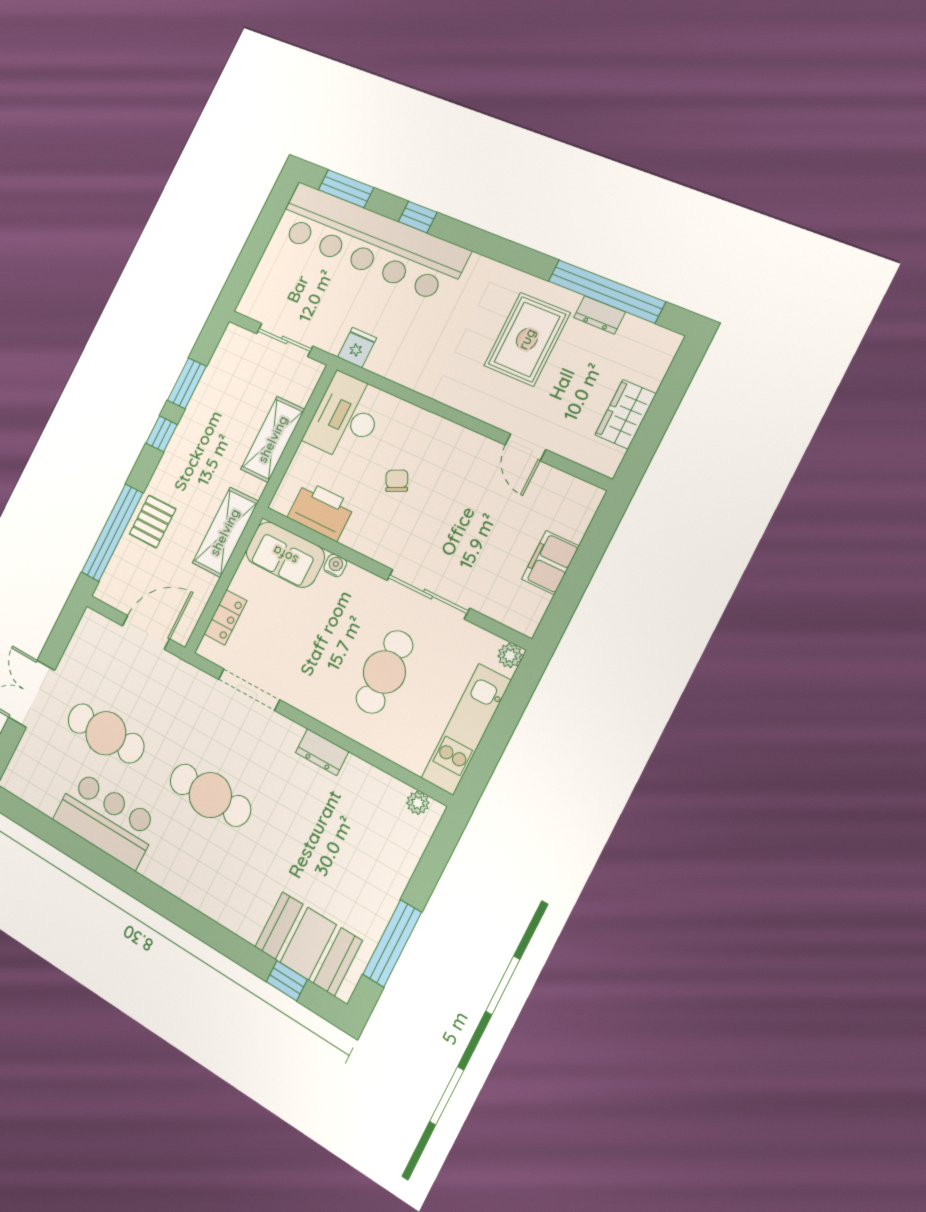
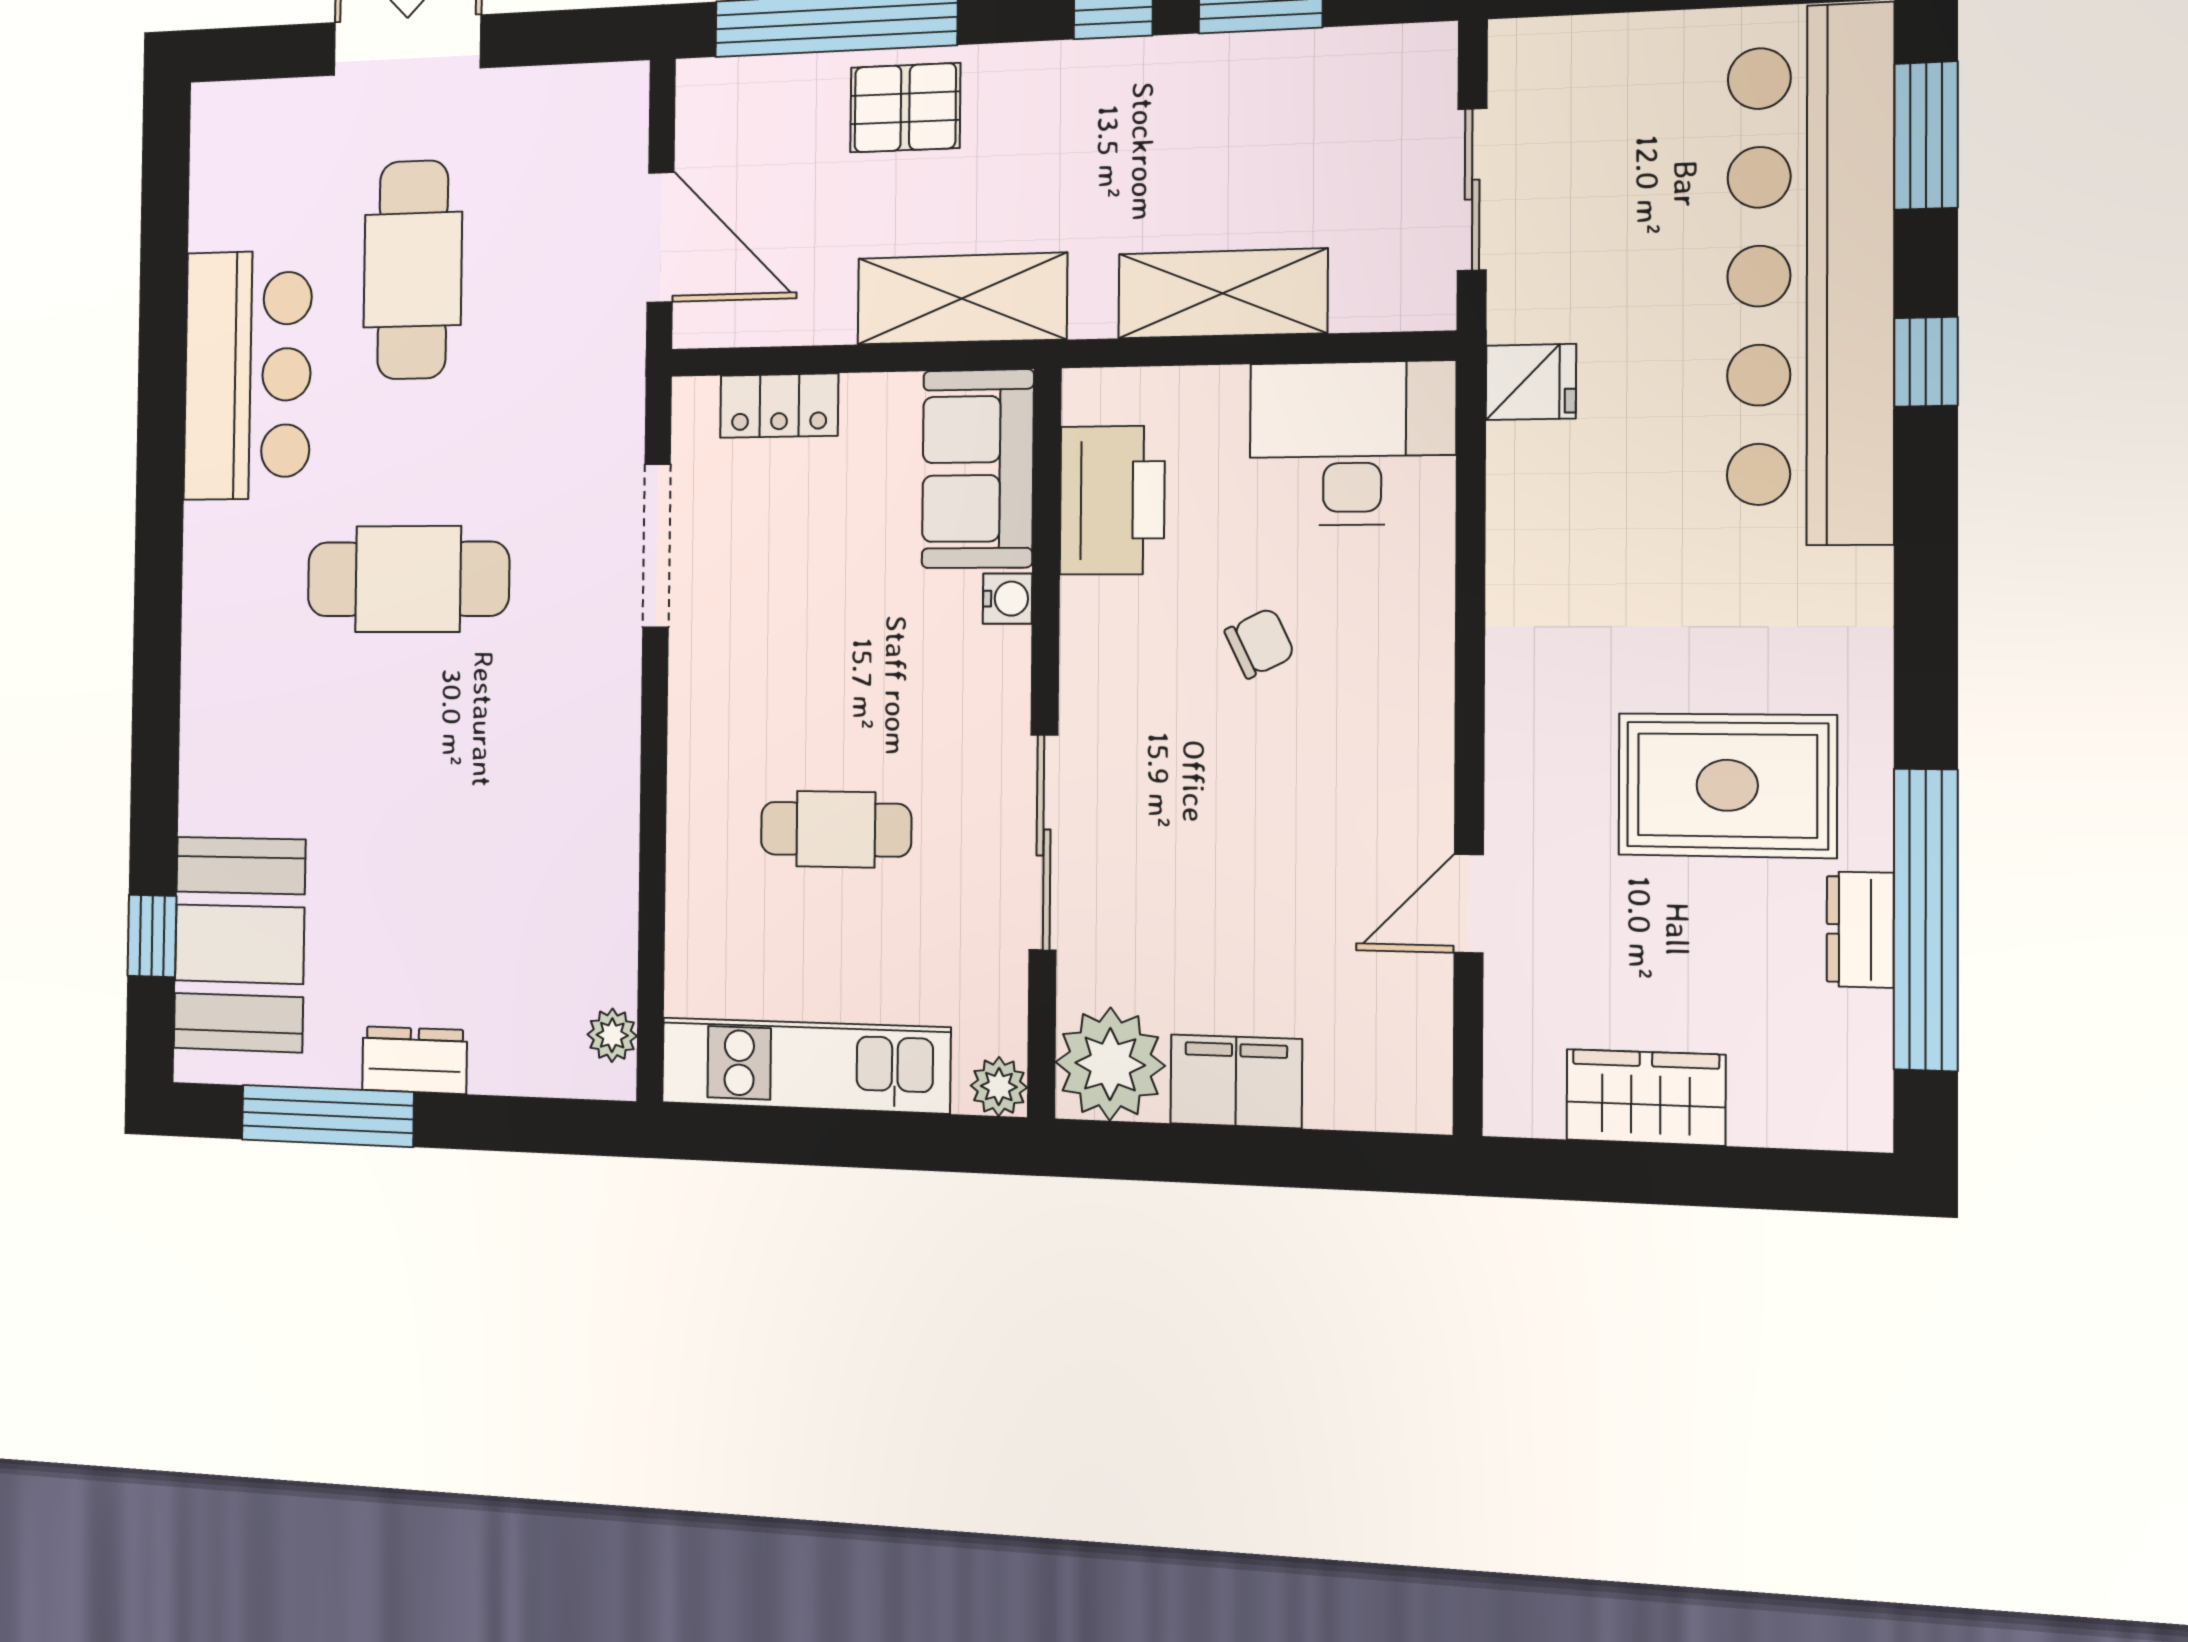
plant: (522, 608) -> (1110, 1064), added
cafe table: (384, 672) -> (836, 829), width x0.73, depth x0.74
dresser: (322, 752) -> (414, 1060), moved, turned 90
cafe table: (210, 795) -> (408, 579), turned 90

